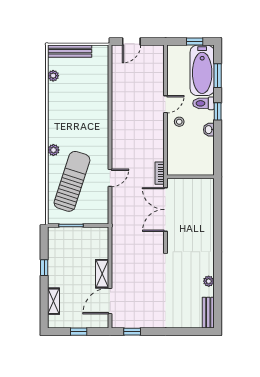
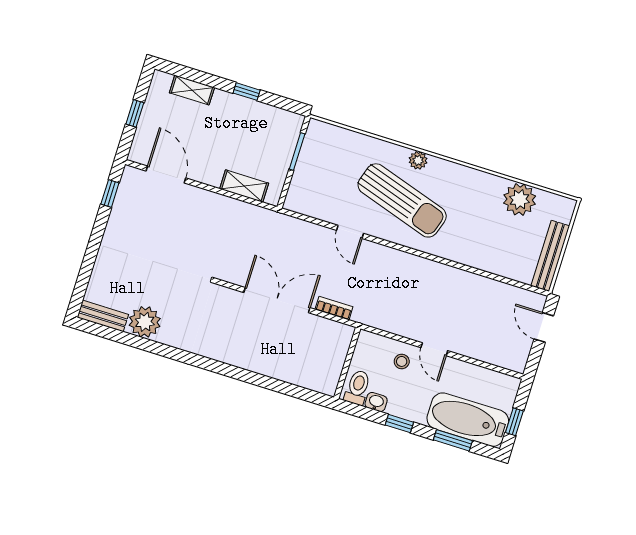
bench: (70, 51) -> (550, 256), moved
plant: (53, 76) -> (520, 200), width x1.88, depth x1.88
toilet: (203, 103) -> (358, 387), moved
wall: (191, 177) -> (347, 363), moved
sun lounger: (72, 181) -> (402, 200), moved
shelving: (102, 274) -> (244, 186), moved
plant: (209, 281) -> (145, 322), width x1.88, depth x1.88

